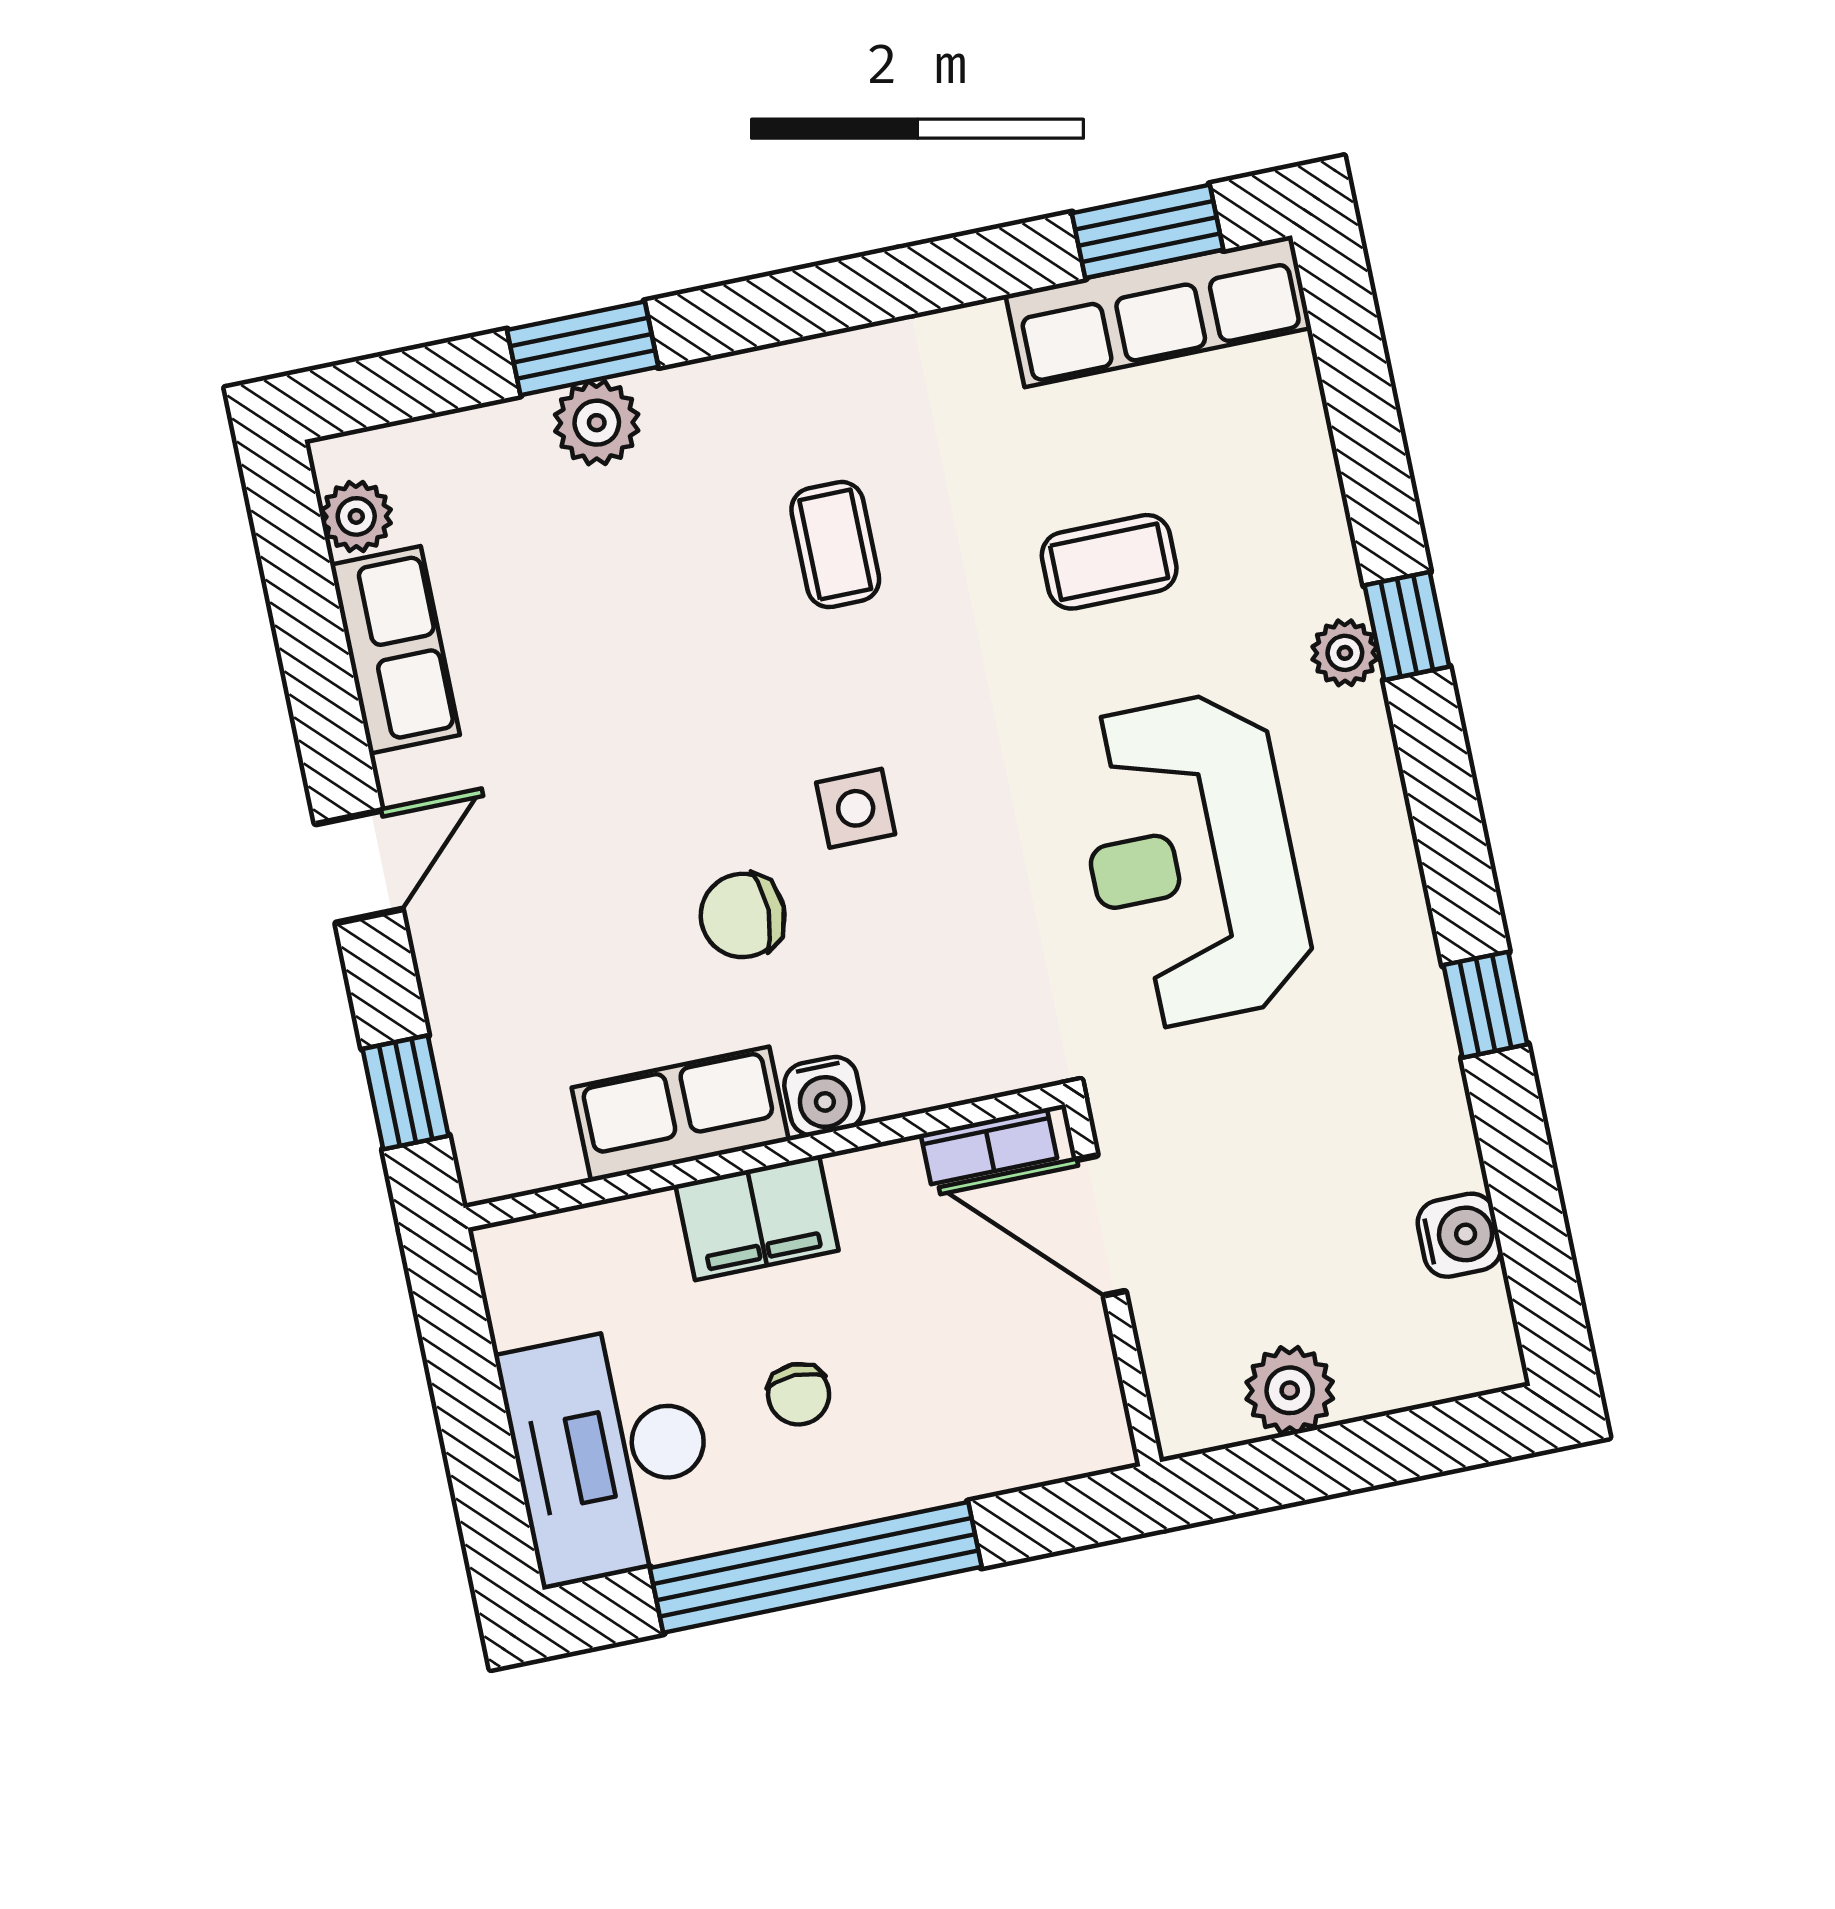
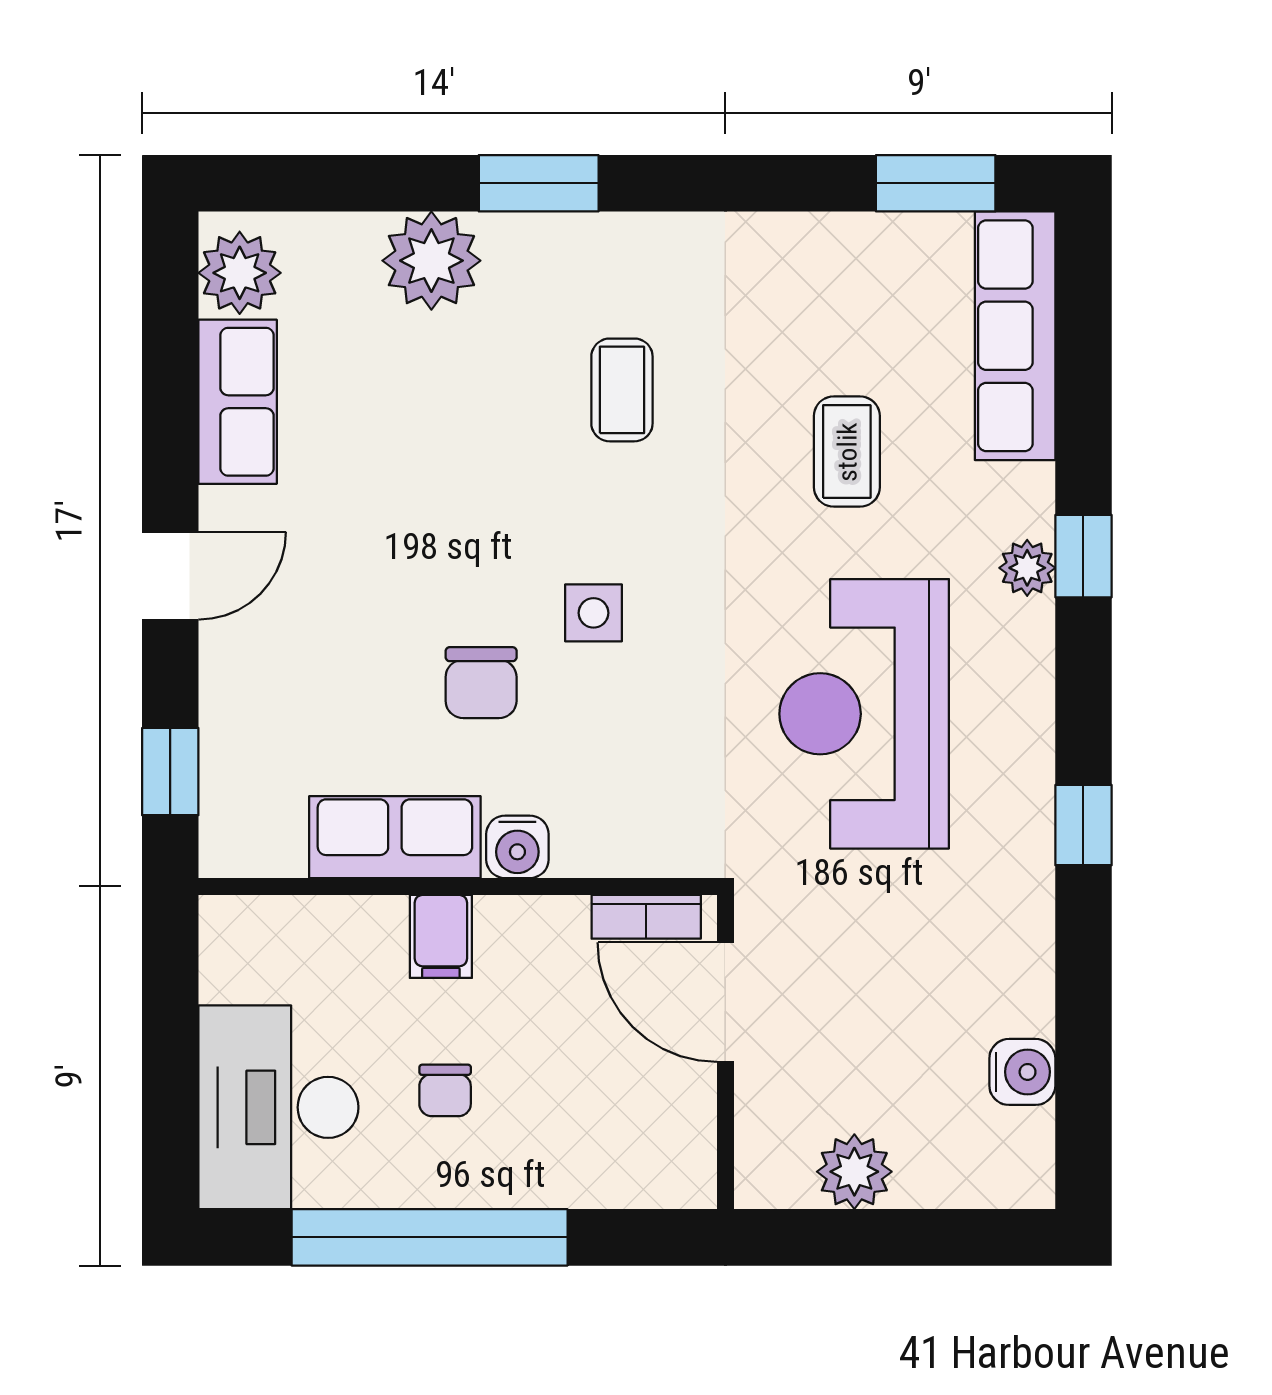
row of seats: (1158, 311) -> (1015, 336), moved, turned 90
window: (583, 348) -> (539, 183), moved
plant: (597, 423) -> (431, 261), width x1.36, depth x1.36
plant: (356, 516) -> (240, 273), width x1.38, depth x1.38
coffee table: (1109, 562) -> (847, 452), turned 90
chair: (743, 915) -> (481, 683), turned -90
window: (1485, 1005) -> (1083, 825), moved
filing cabinet: (757, 1218) -> (441, 936), width x0.50

